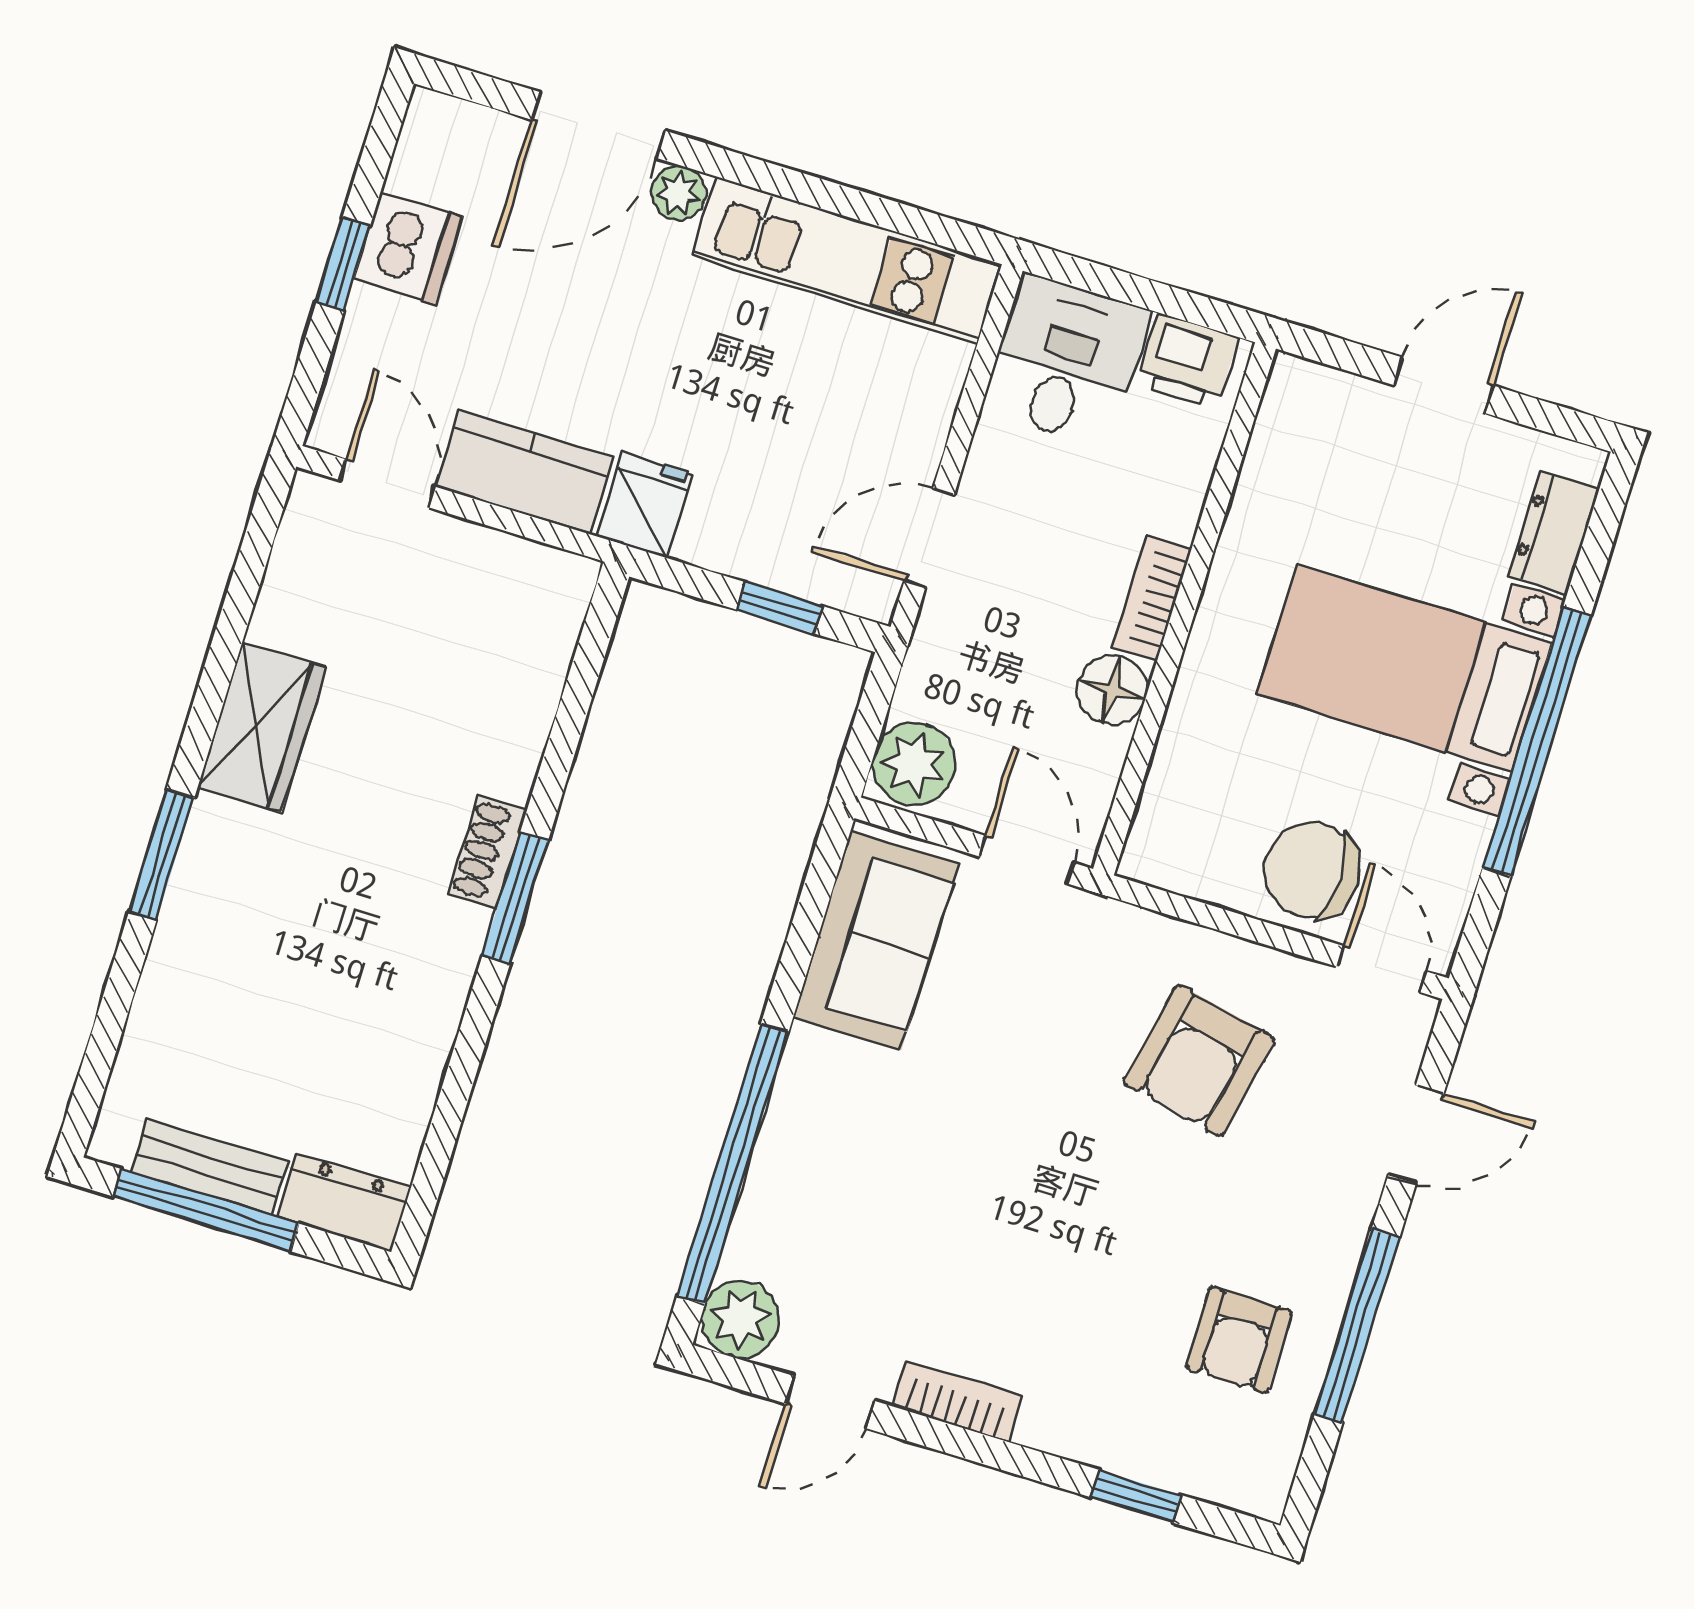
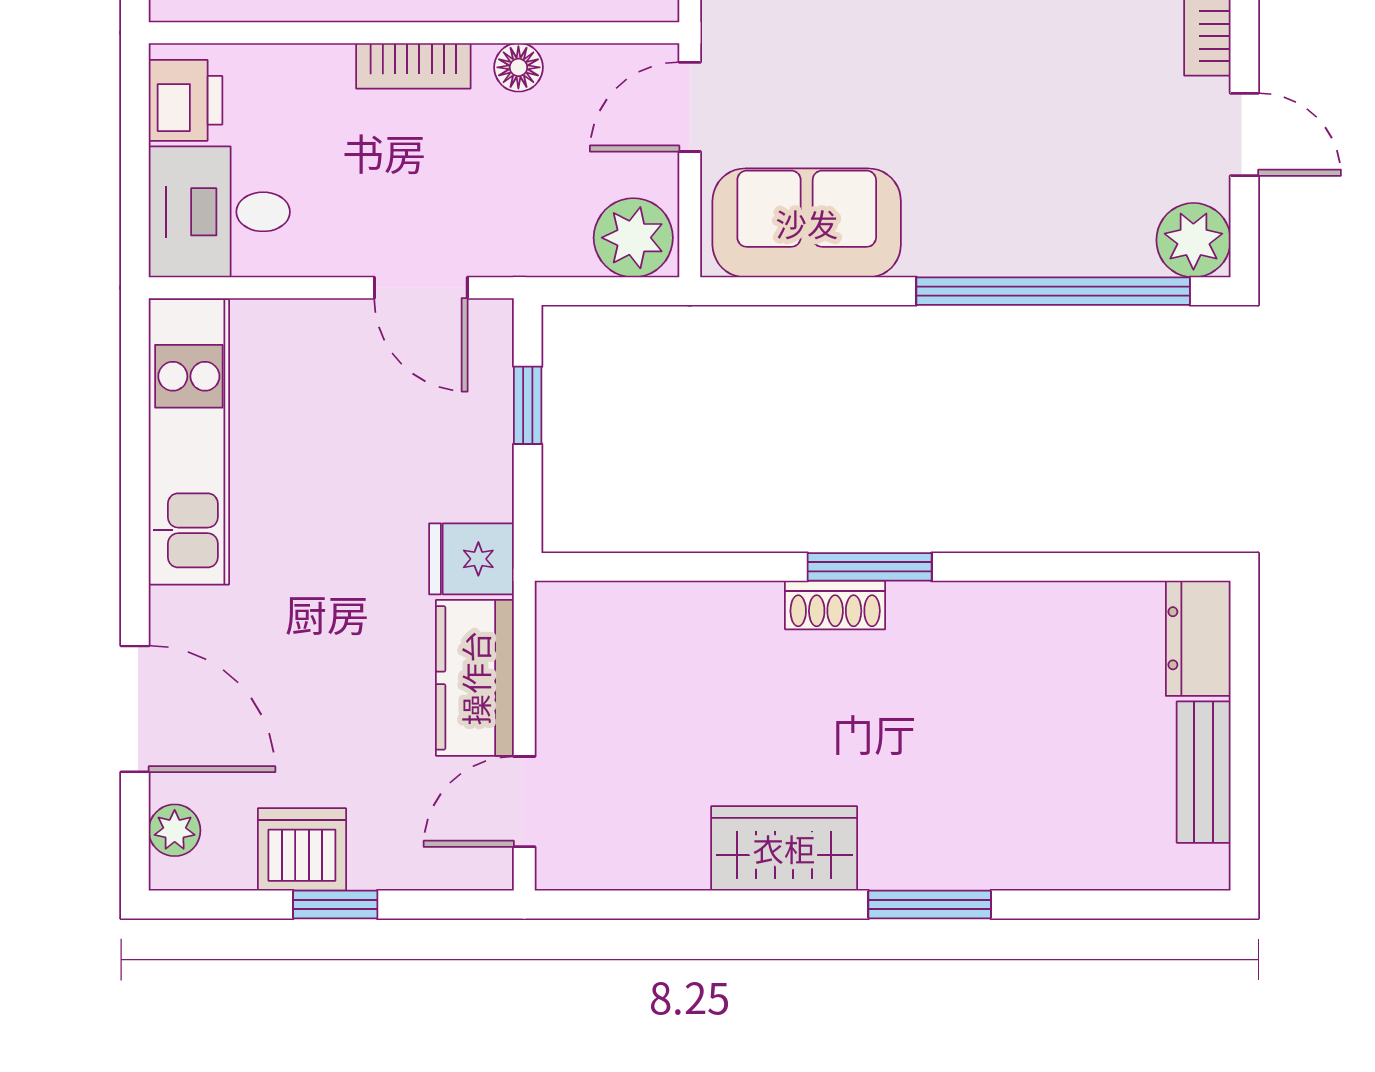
plant: (679, 193) -> (175, 830), moved
floor lamp: (1112, 690) -> (518, 67), width x0.73, depth x0.73
window: (206, 1210) -> (1244, 763), removed

